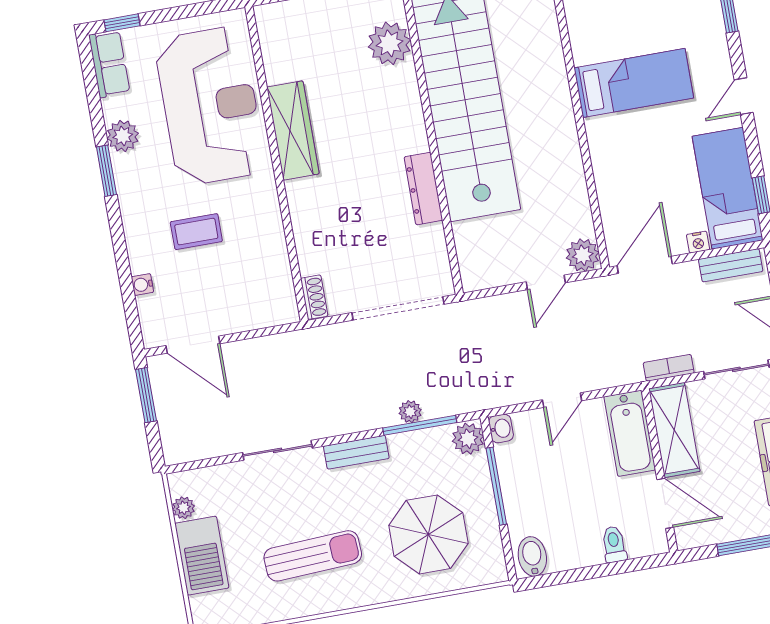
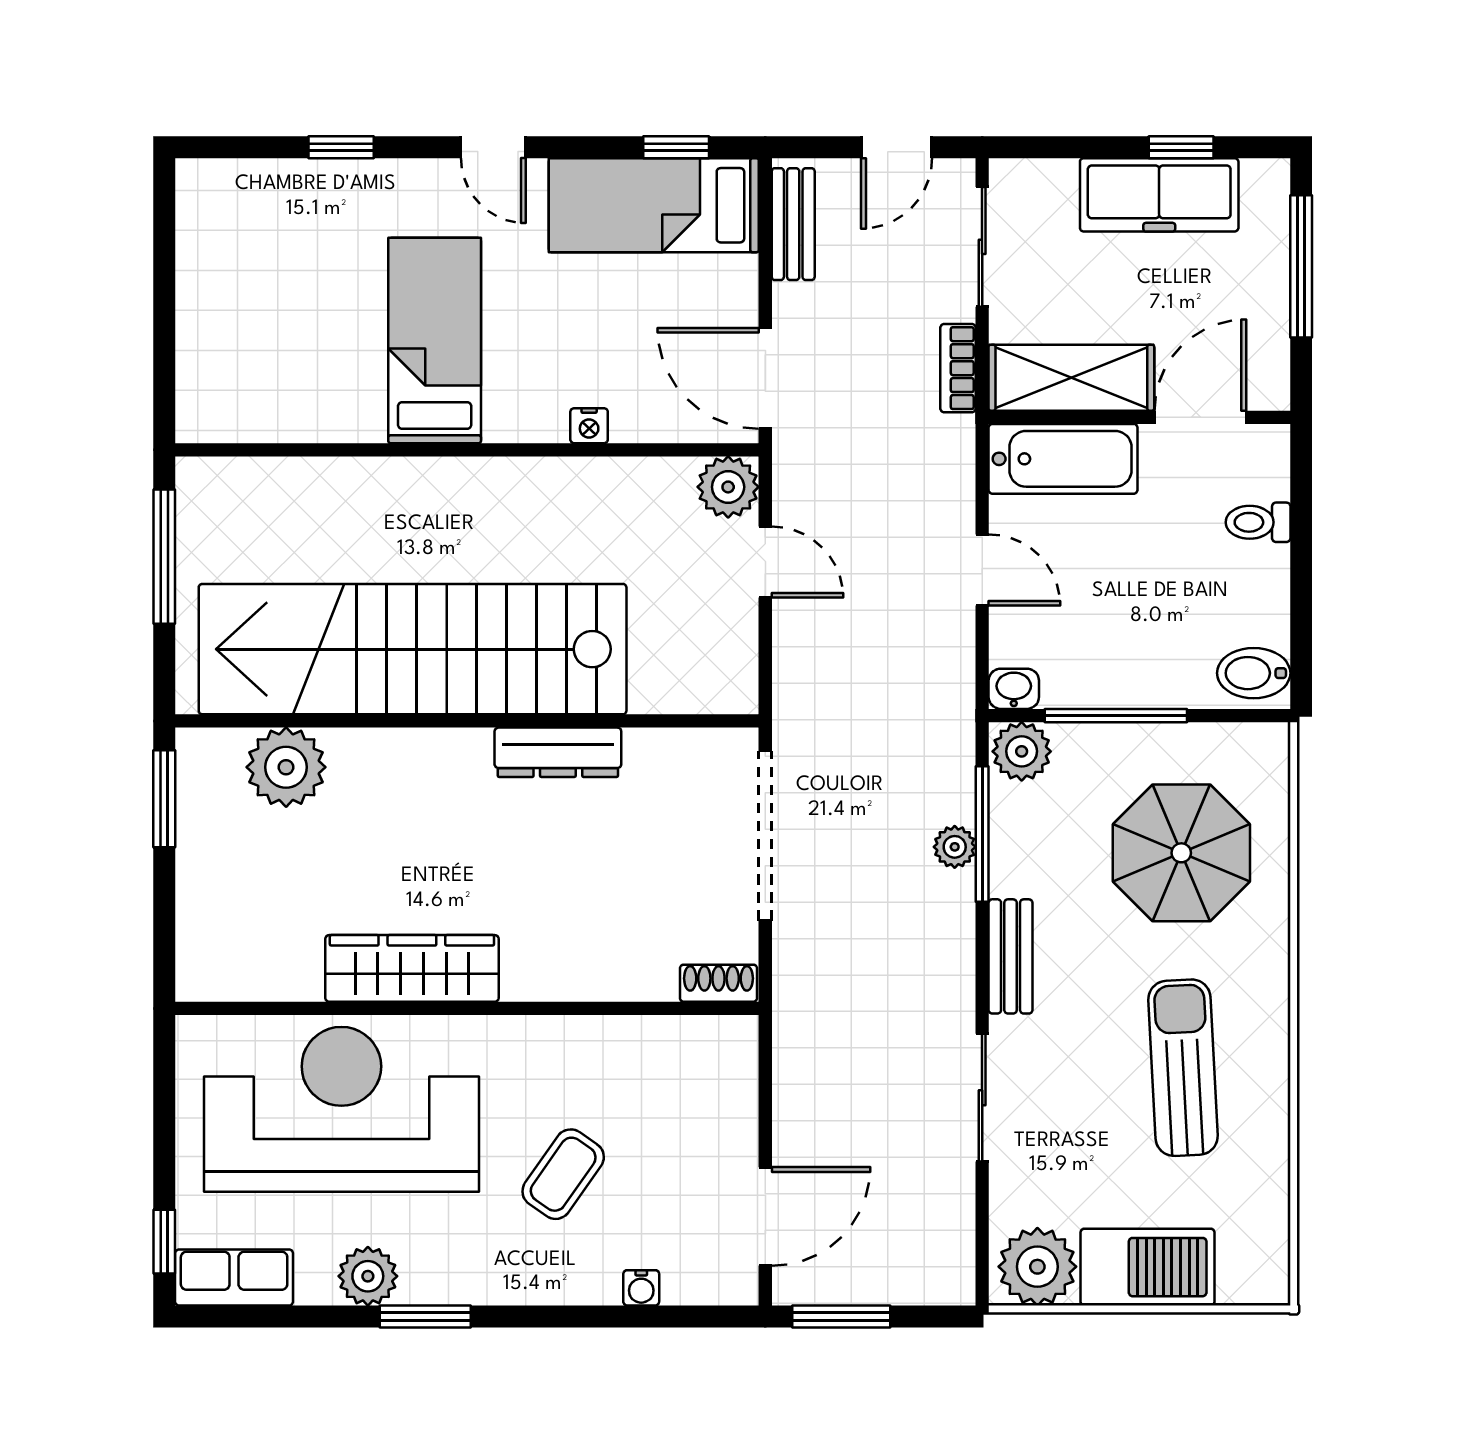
coffee table: (196, 232) -> (563, 1174), turned 35
nightstand: (698, 242) -> (589, 426), moved, turned 90
plant: (183, 508) -> (1037, 1267), width x1.88, depth x1.88

